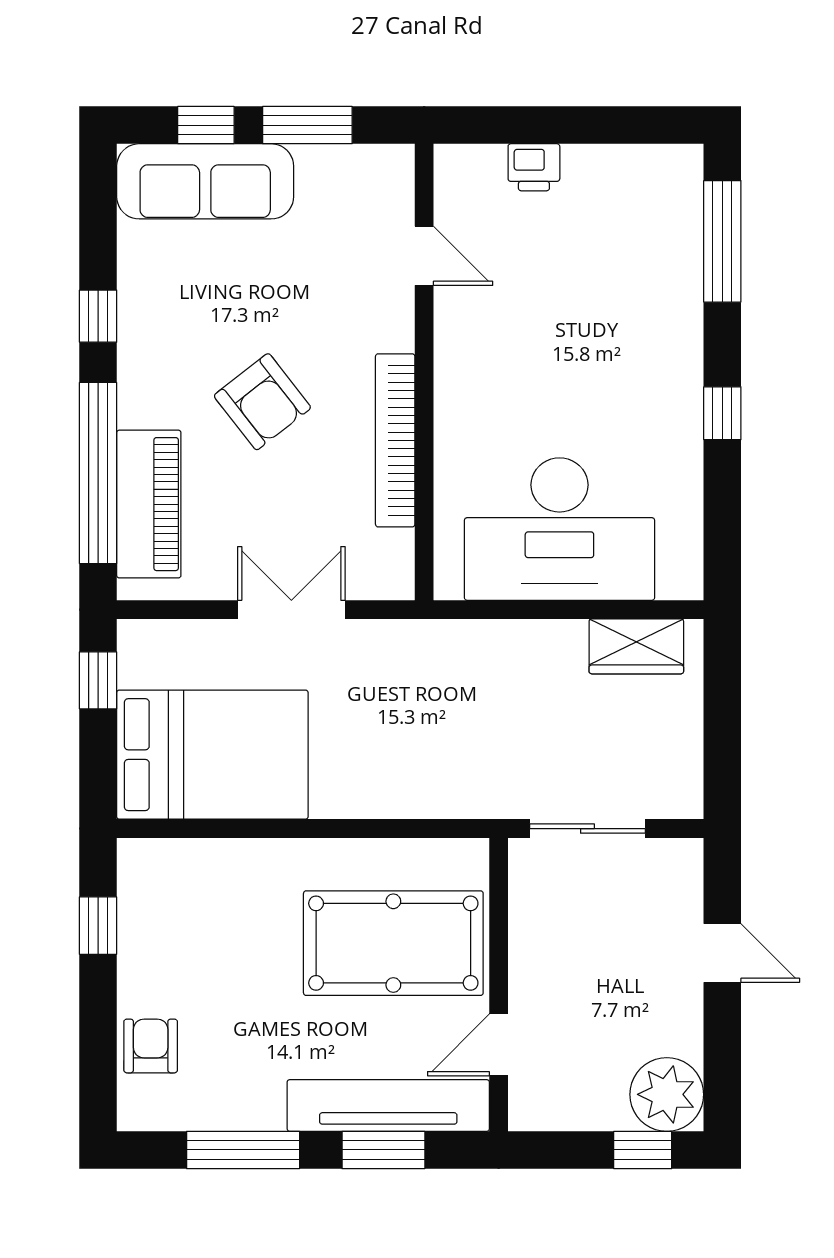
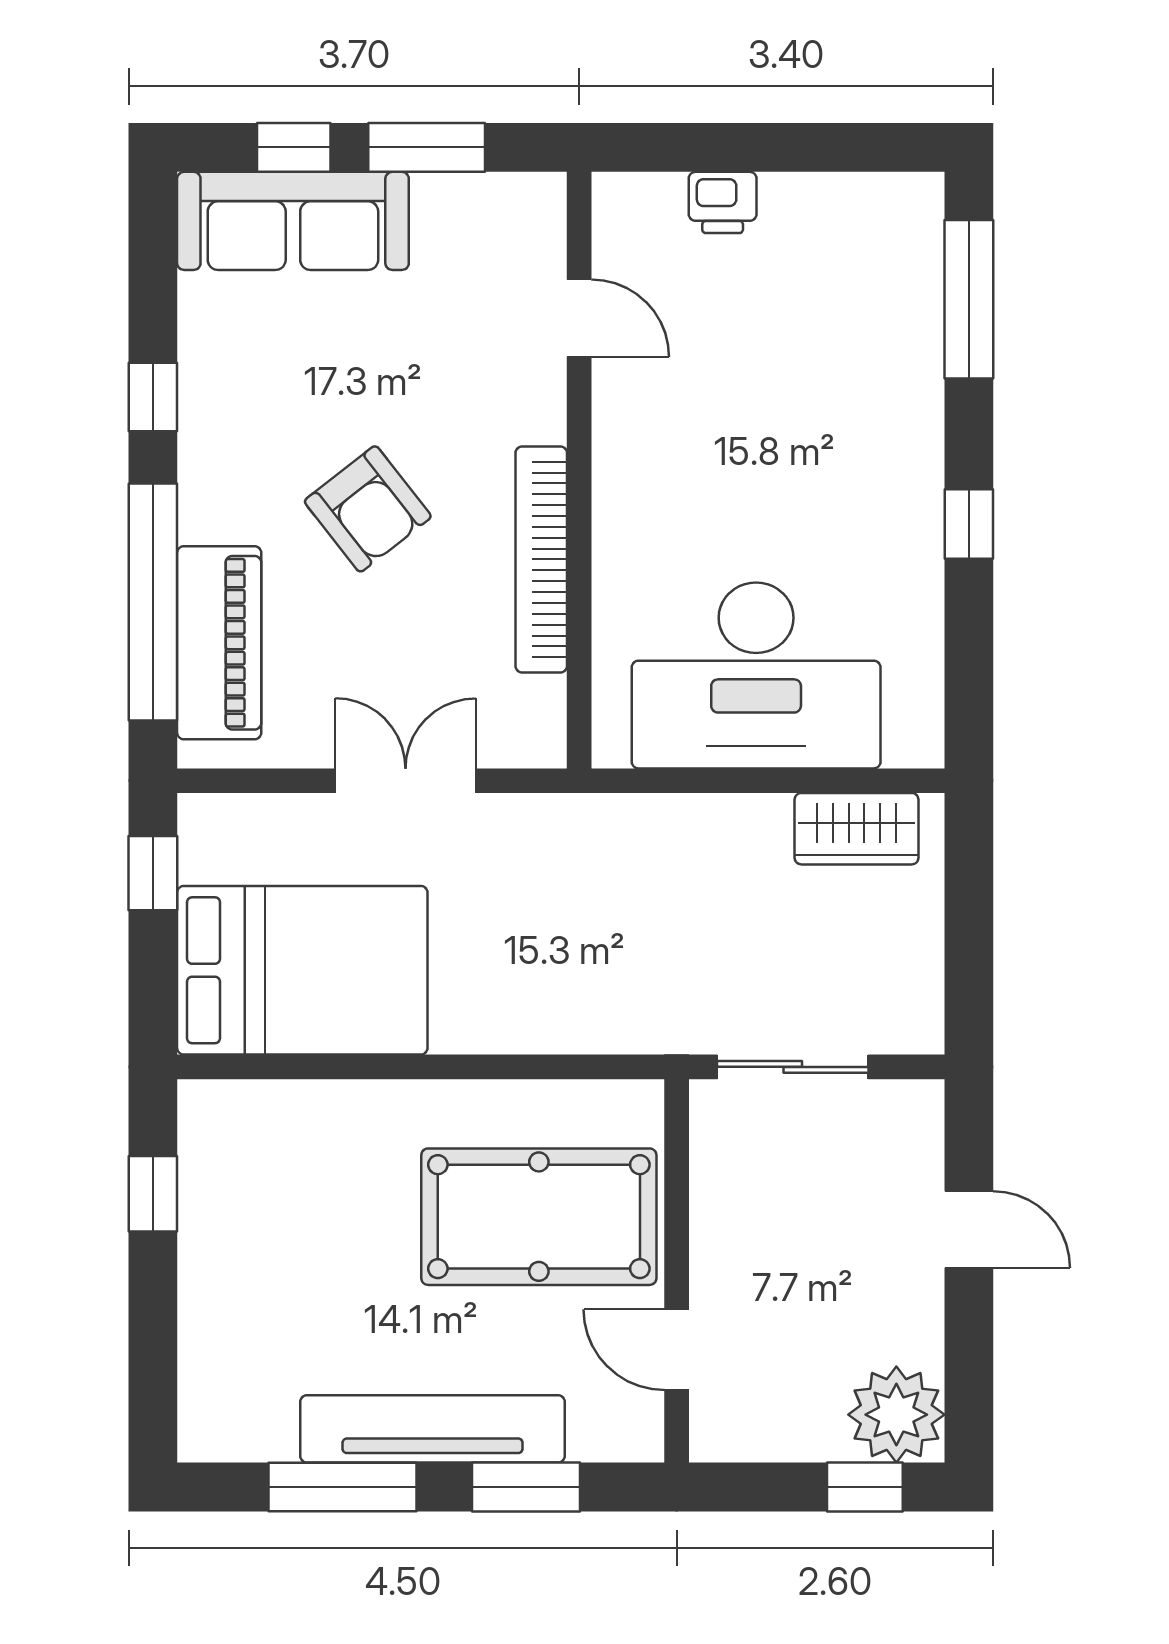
door: (499, 1045) -> (677, 1350), hinge flipped
armchair: (151, 1046) -> (222, 1351), removed
tv unit: (388, 1105) -> (433, 1429), moved

